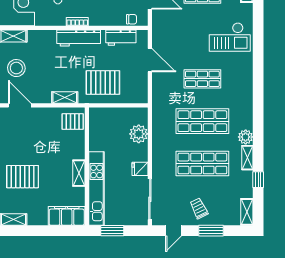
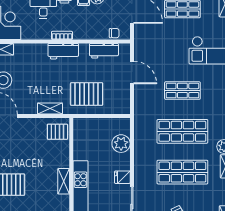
workbench: (79, 38) -> (63, 51), width x0.73

